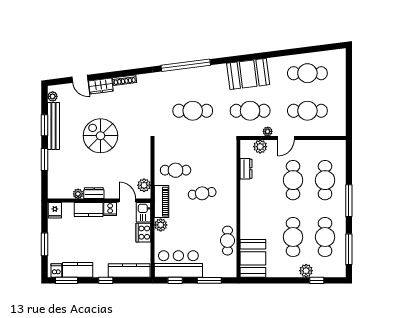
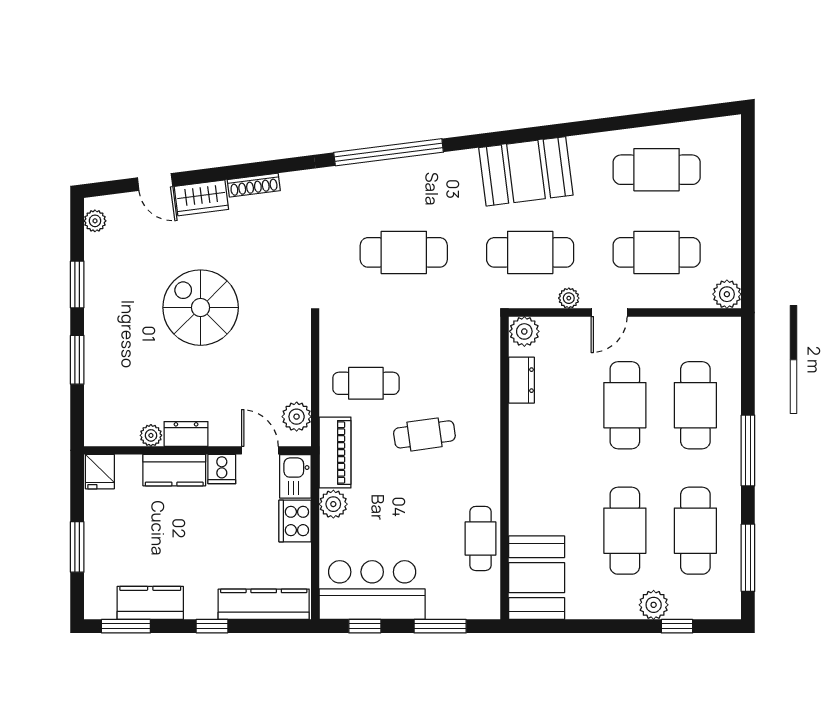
bench: (53, 126) -> (97, 286), removed
plant: (339, 130) -> (727, 294), added
plant: (260, 147) -> (524, 331), moved
dishwasher: (56, 270) -> (103, 604), removed

